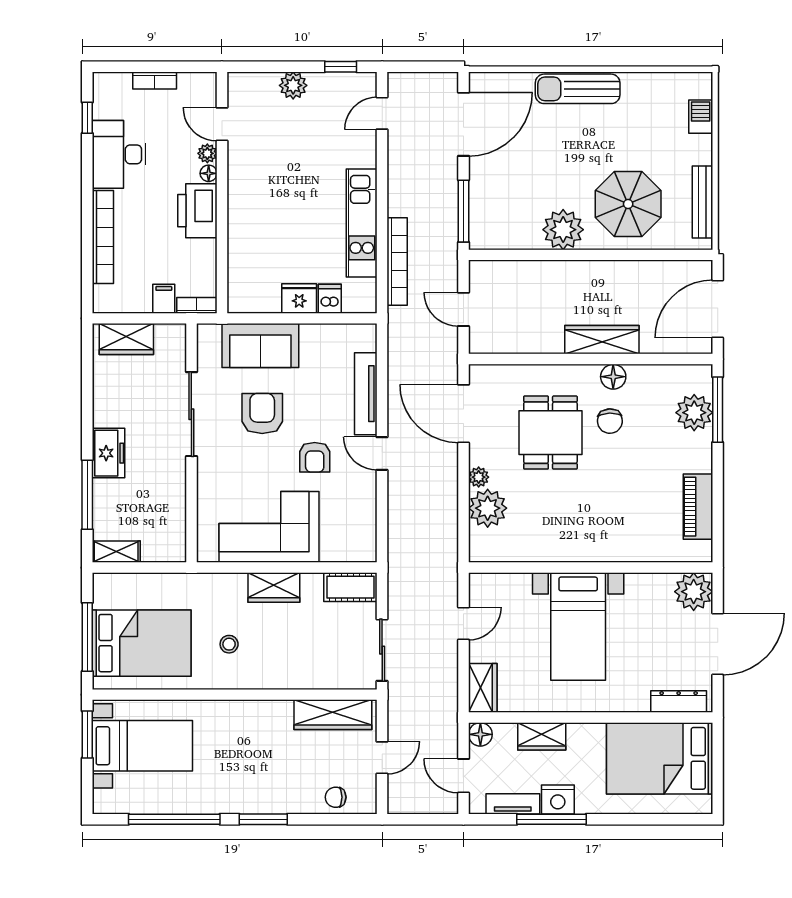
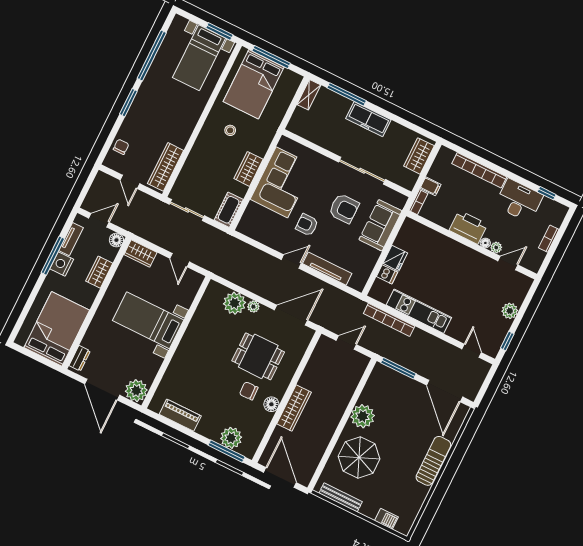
freezer: (109, 453) -> (368, 119), width x1.40
dresser: (679, 702) -> (80, 358), width x0.70

